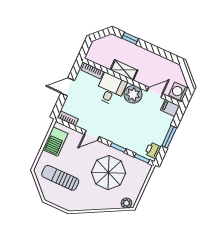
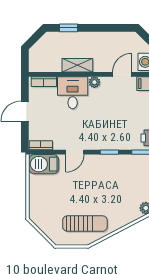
plant: (133, 94) -> (94, 82), width x0.53, depth x0.53
barbecue: (55, 142) -> (44, 164), moved, turned 90
parasol: (108, 173) -> (111, 184), removed
sun lounger: (60, 178) -> (85, 224), moved, turned 180

